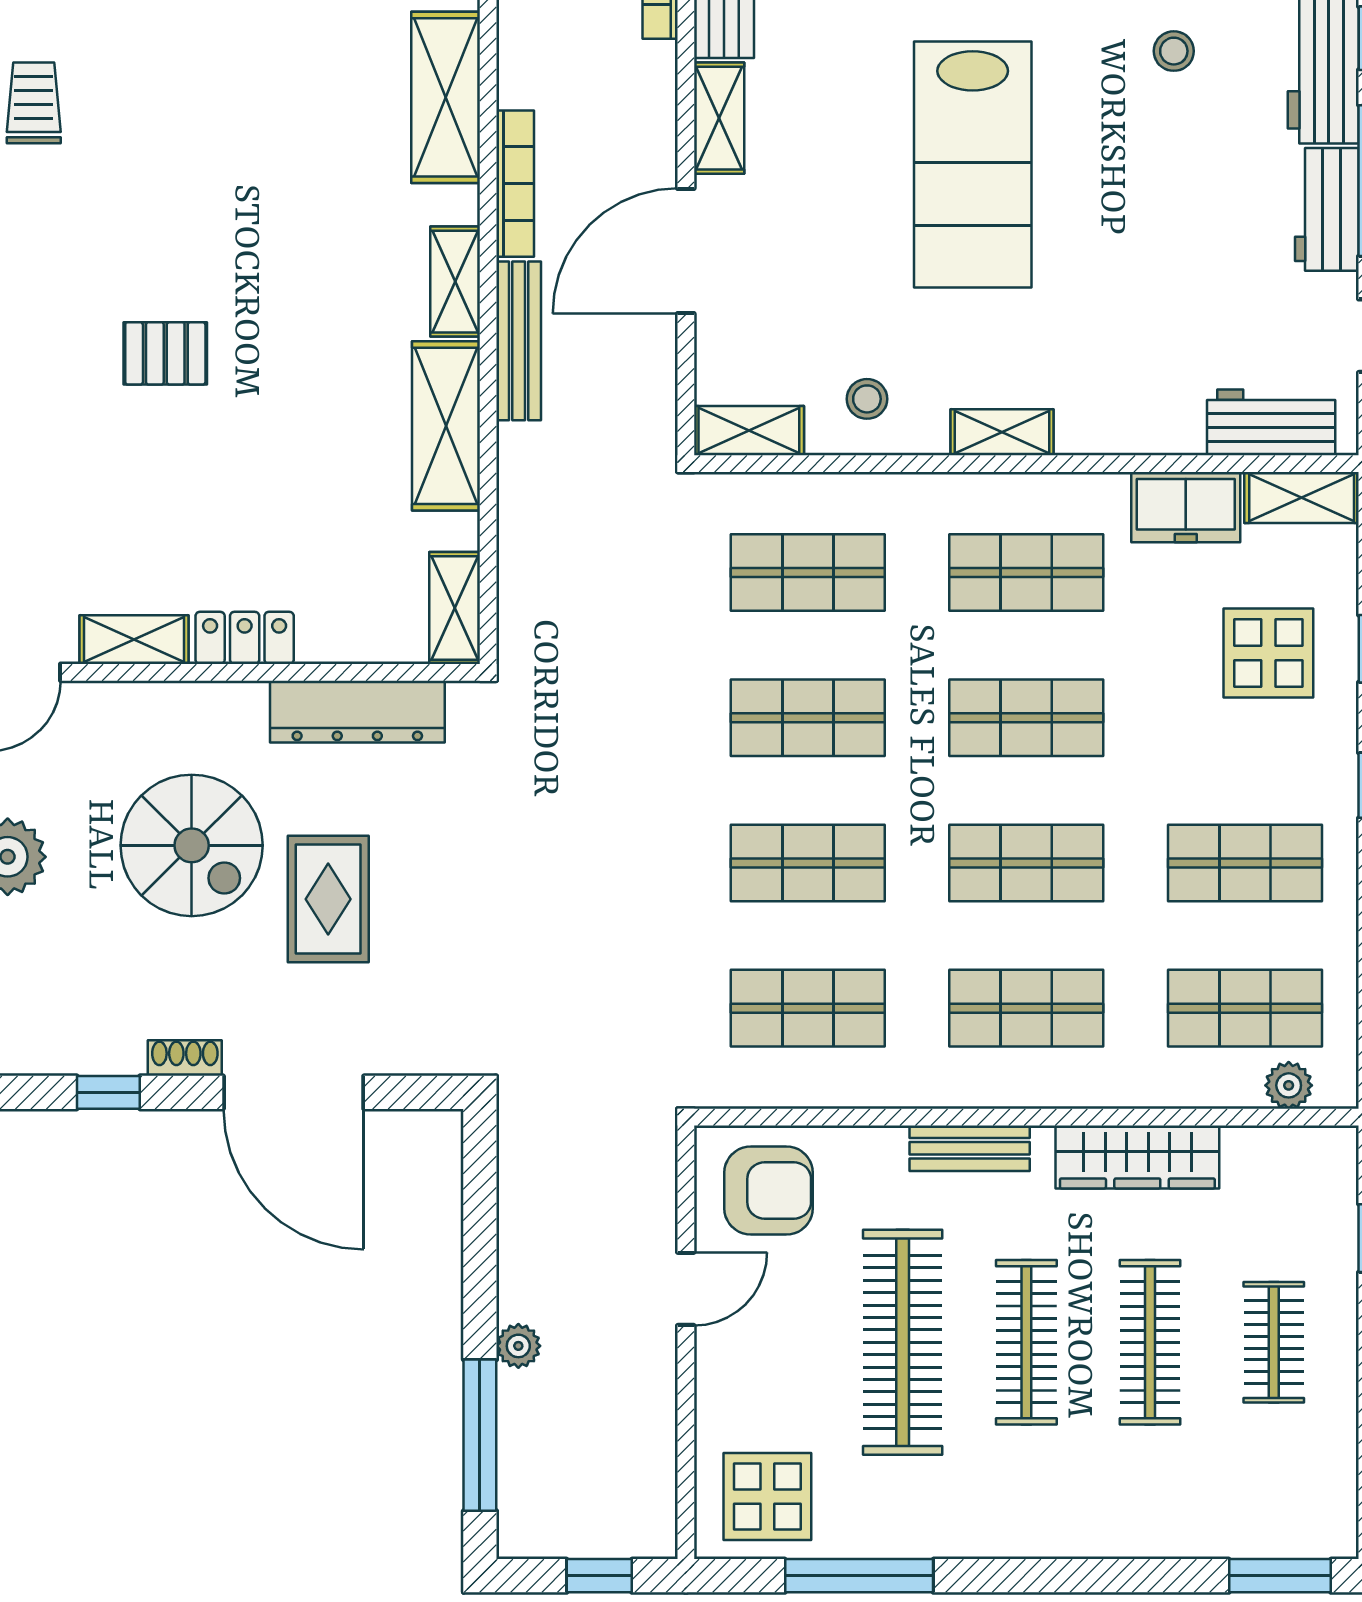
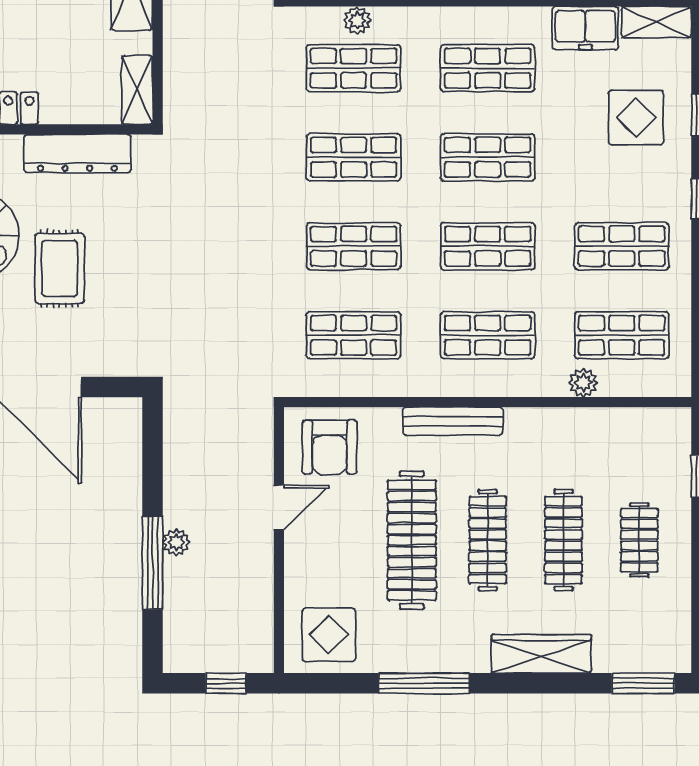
plant: (814, 494) -> (357, 20), added
plant: (1289, 1085) -> (583, 383), moved
bench: (970, 1148) -> (453, 421), width x1.36
wardrobe: (1137, 1157) -> (541, 654), moved, turned 180
armchair: (769, 1190) -> (330, 447), turned 90
window: (480, 1435) -> (153, 563), moved
window: (859, 1576) -> (424, 683), moved

